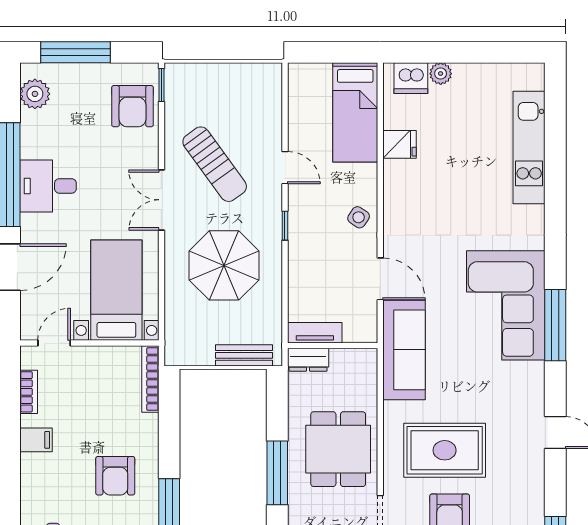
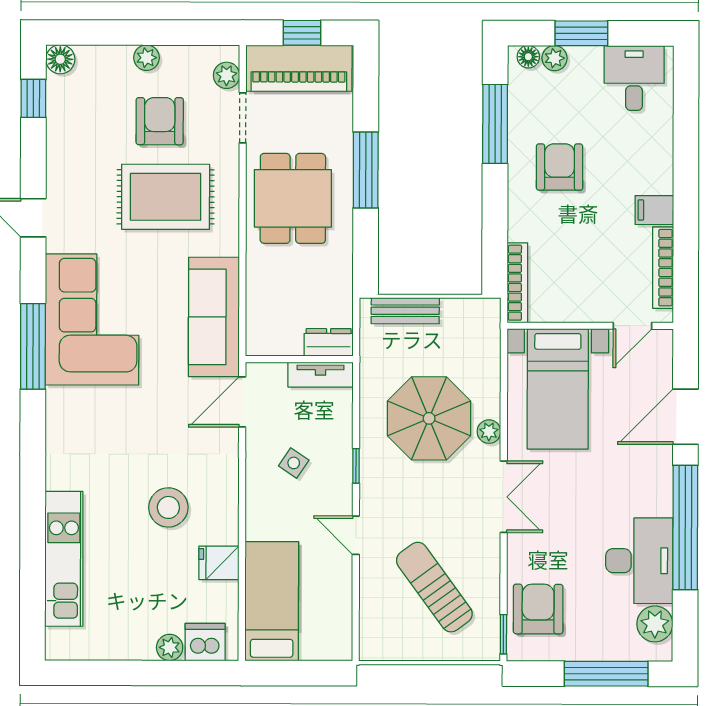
sun lounger: (215, 164) -> (434, 587), moved
desk: (48, 186) -> (639, 561), moved, width x1.37
stool: (442, 191) -> (168, 507), added
side table: (359, 217) -> (294, 463), moved
plant: (174, 254) -> (489, 432), added
door: (380, 279) -> (242, 402), hinge flipped
corner sofa: (506, 305) -> (92, 319), moved
tv unit: (315, 333) -> (320, 375), moved
wall: (333, 346) -> (299, 359), moved
dresser: (308, 360) -> (329, 342), moved
bookcase: (29, 392) -> (663, 268), width x1.56

